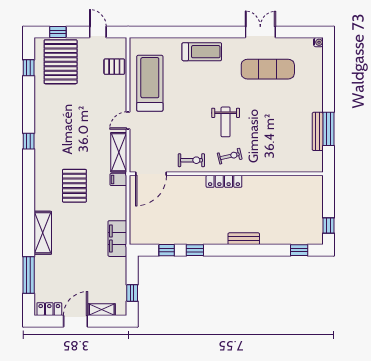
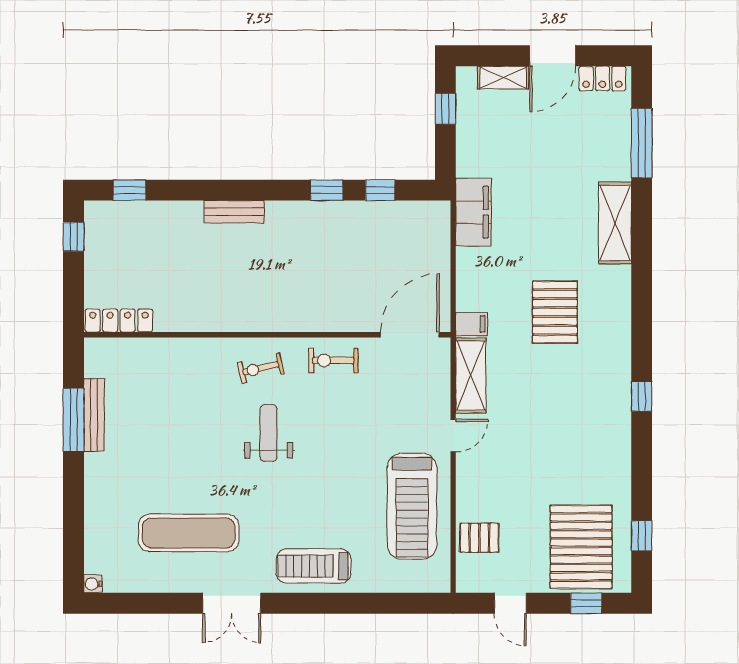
double door: (260, 32) -> (232, 603), moved
locker: (224, 181) -> (119, 321), moved

